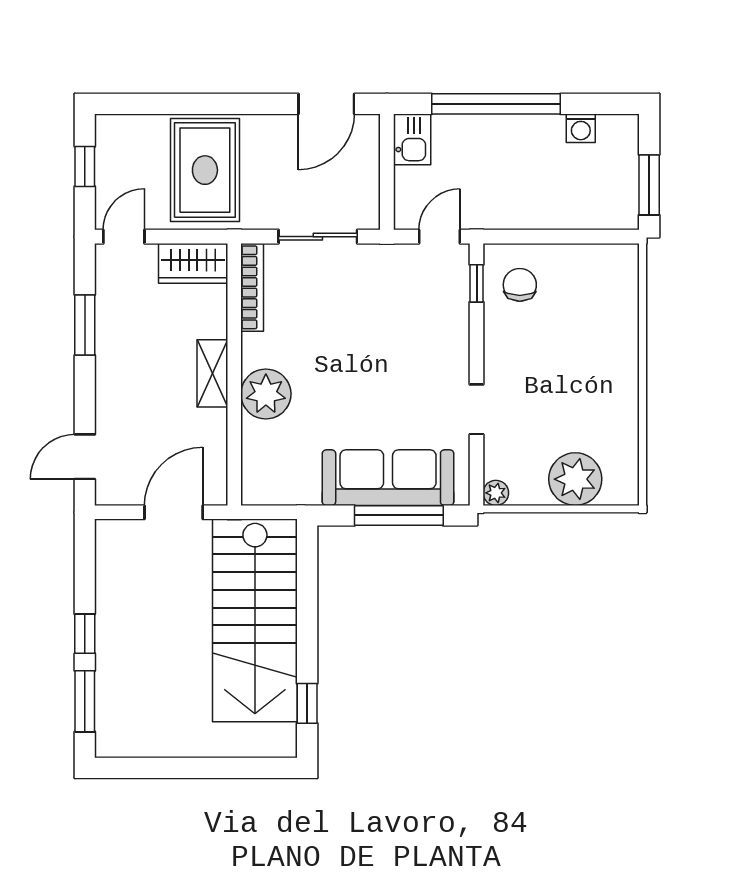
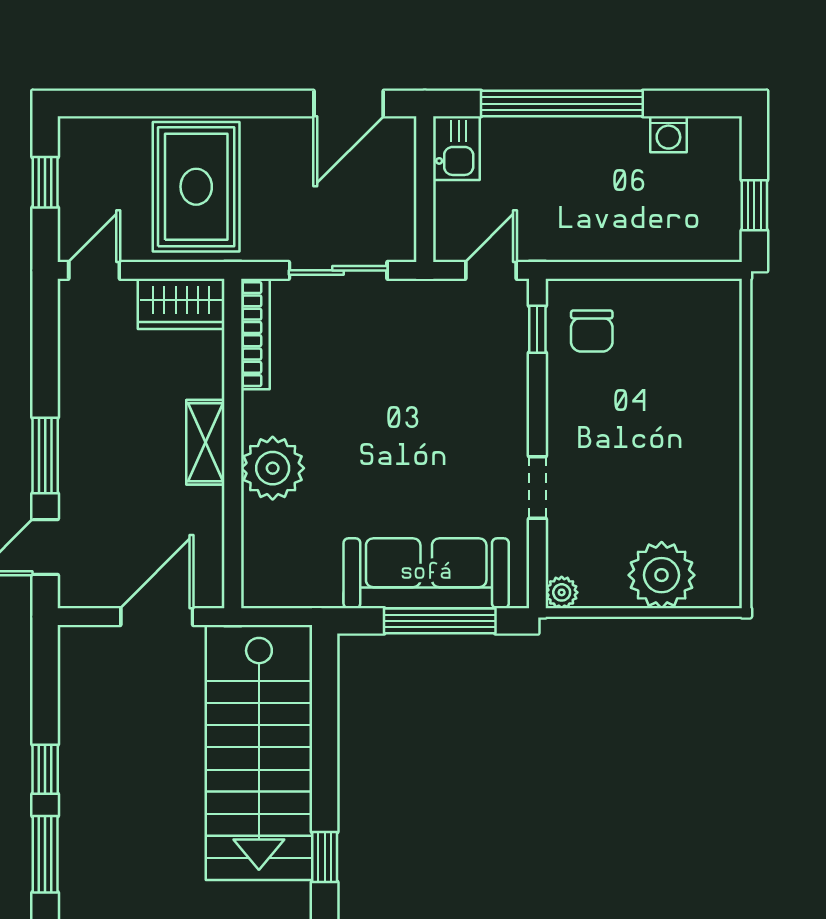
window: (649, 185) -> (754, 205), width x0.67
chair: (520, 285) -> (592, 331), turned 180
window: (85, 325) -> (45, 456), moved

